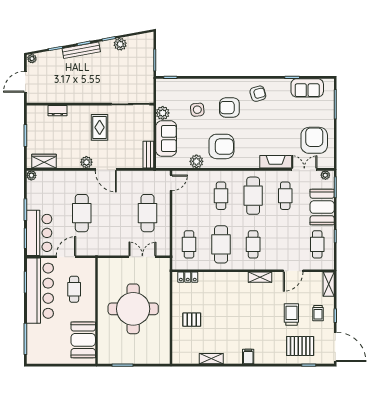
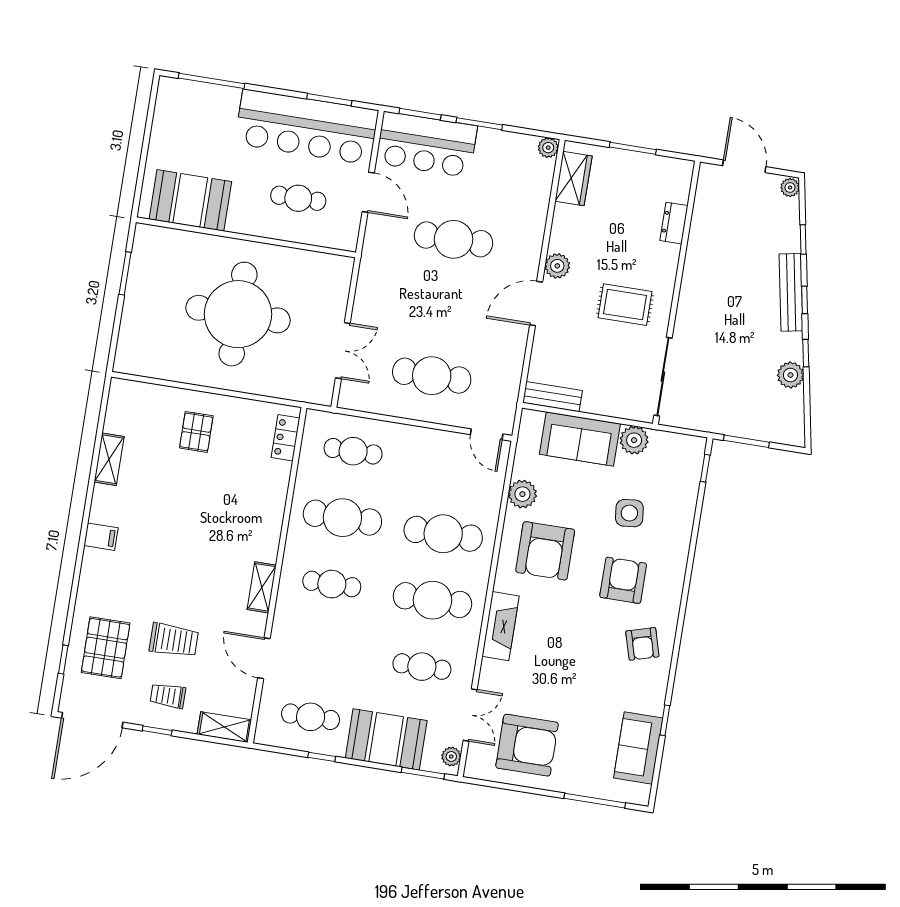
fireplace: (276, 162) -> (501, 626), moved
cafe table: (221, 196) -> (443, 534), width x1.37, depth x1.35

